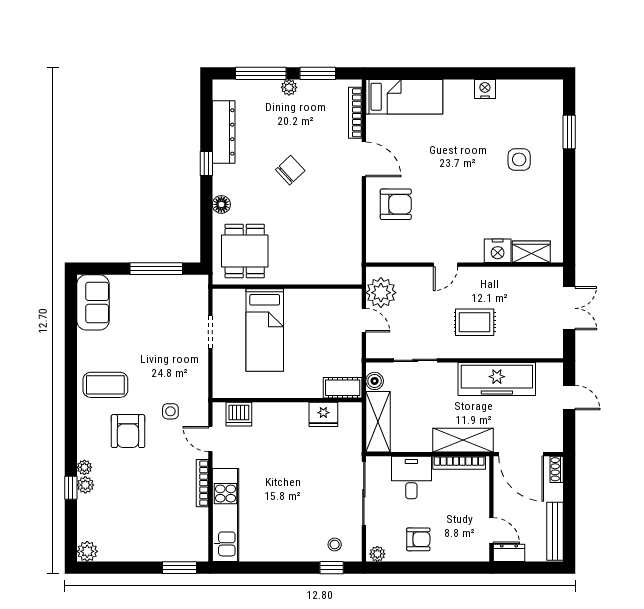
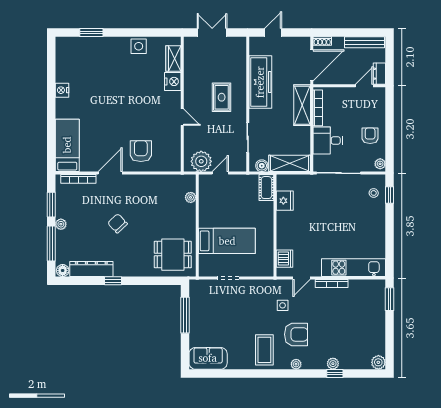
side table: (519, 160) -> (139, 46), moved
floor lamp: (221, 204) -> (63, 271), moved
plant: (328, 277) -> (191, 197), added
plant: (84, 467) -> (296, 364), moved

